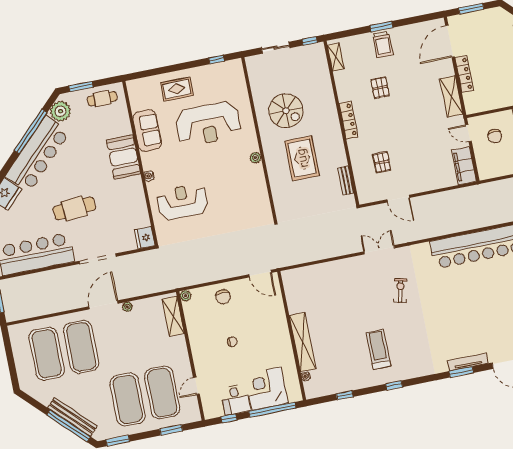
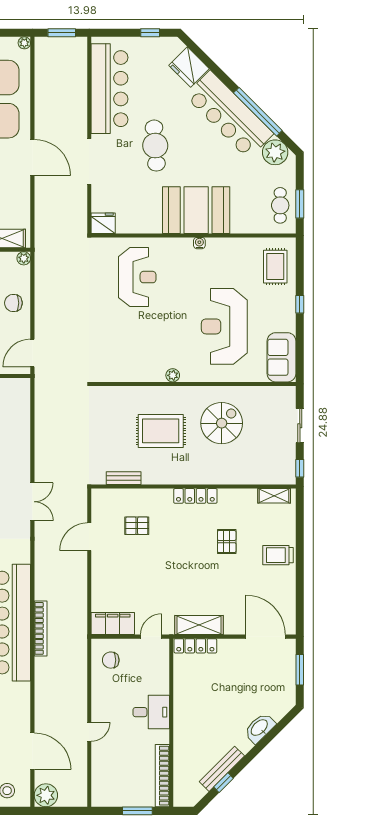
window: (381, 27) -> (300, 558), removed
window: (216, 59) -> (300, 304), moved
locker: (464, 74) -> (195, 646), moved
window: (81, 87) -> (300, 204), moved
pallet: (380, 88) -> (227, 542), turned 90
rug: (177, 89) -> (275, 267), moved
spiral stairs: (286, 111) -> (222, 423), turned 180
sofa: (147, 131) -> (282, 357), moved, turned 90
chair: (495, 136) -> (111, 660), moved
booth: (124, 157) -> (196, 210), width x1.36, depth x1.42
water cooler: (149, 176) -> (199, 243), moved
bookcase: (479, 223) -> (41, 628), added
plant: (127, 307) -> (24, 43), moved

